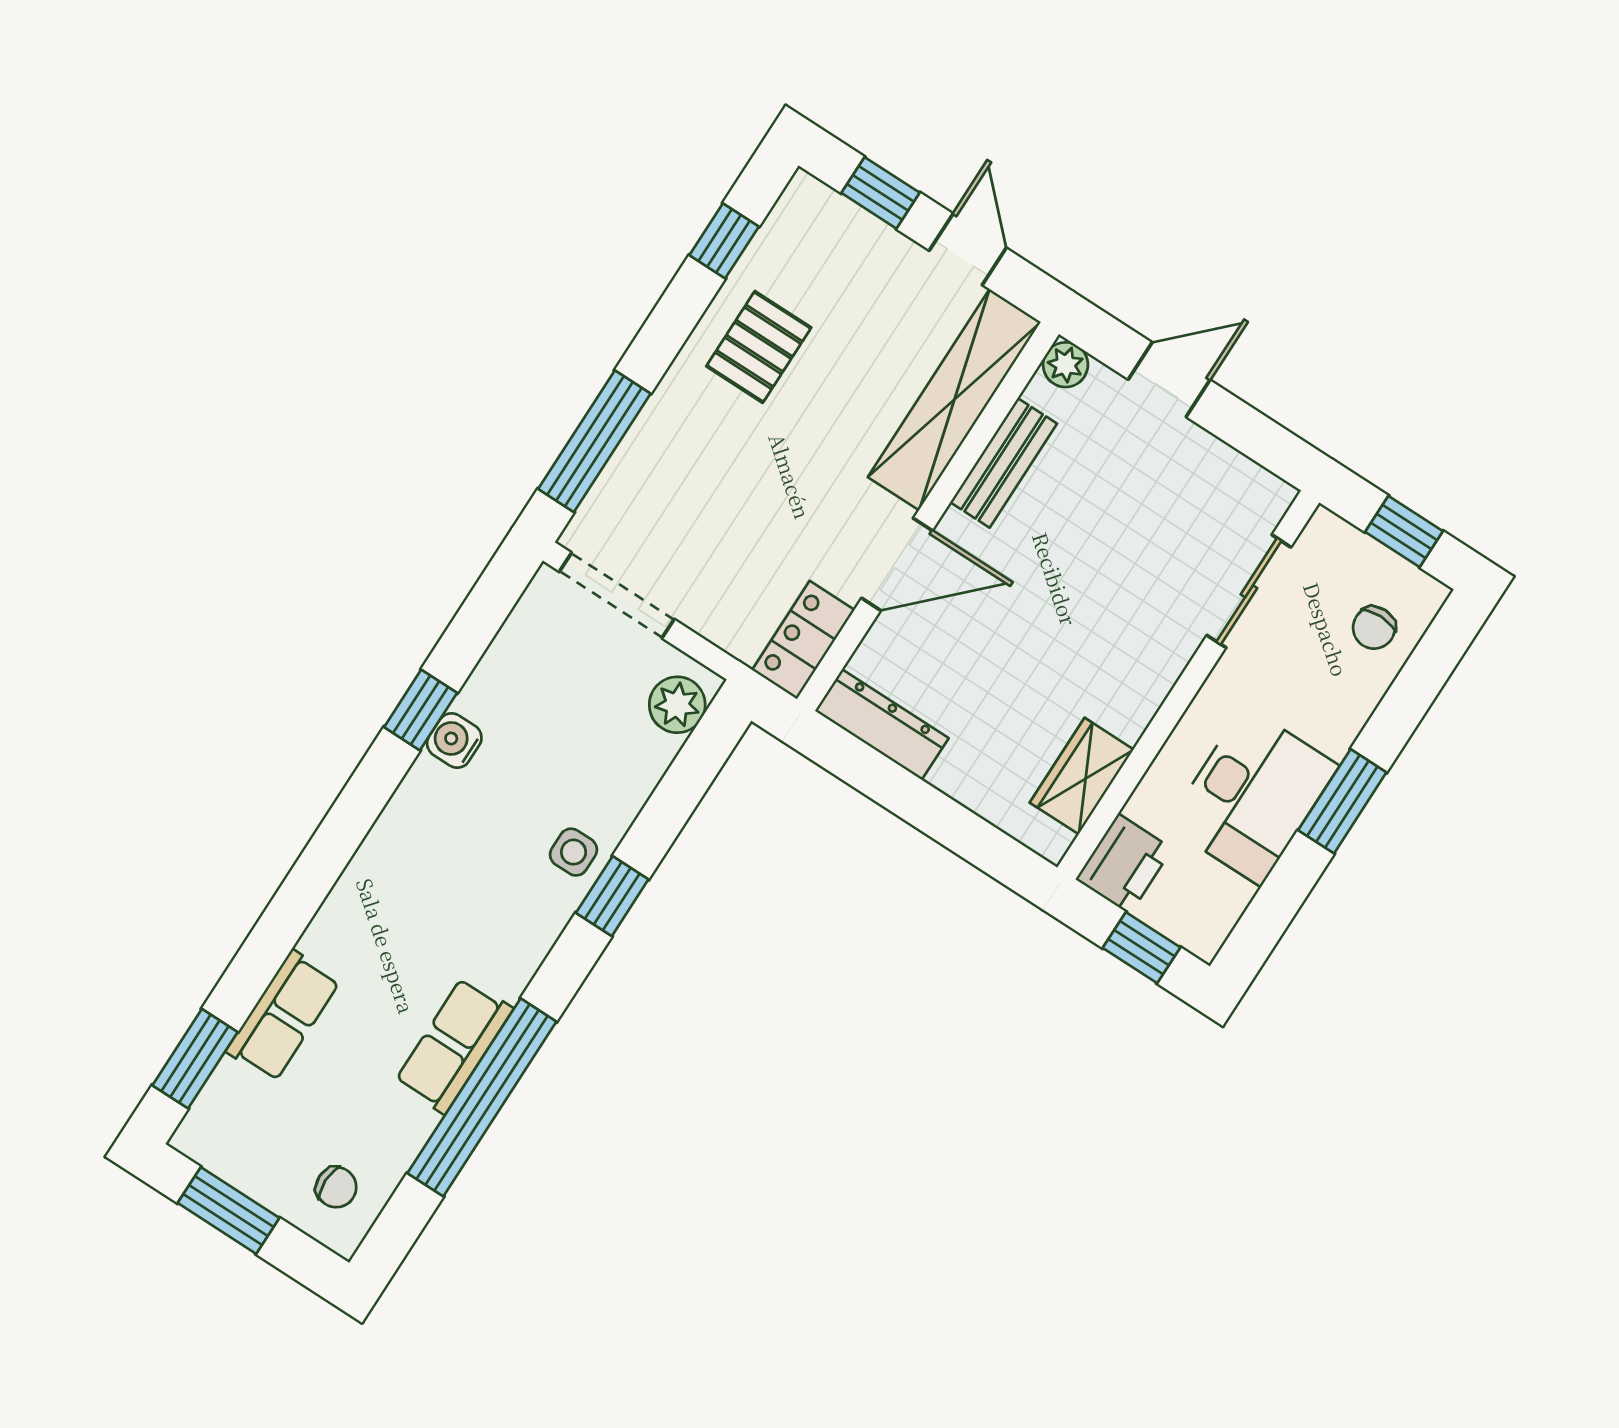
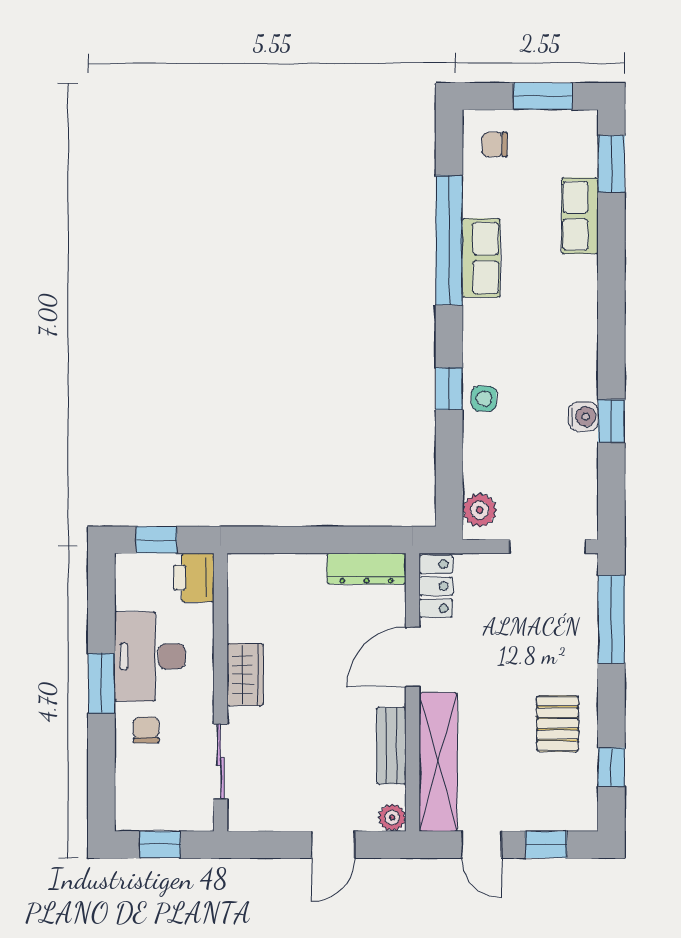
chair: (1374, 628) -> (146, 730), moved
wardrobe: (1082, 776) -> (245, 675), moved

